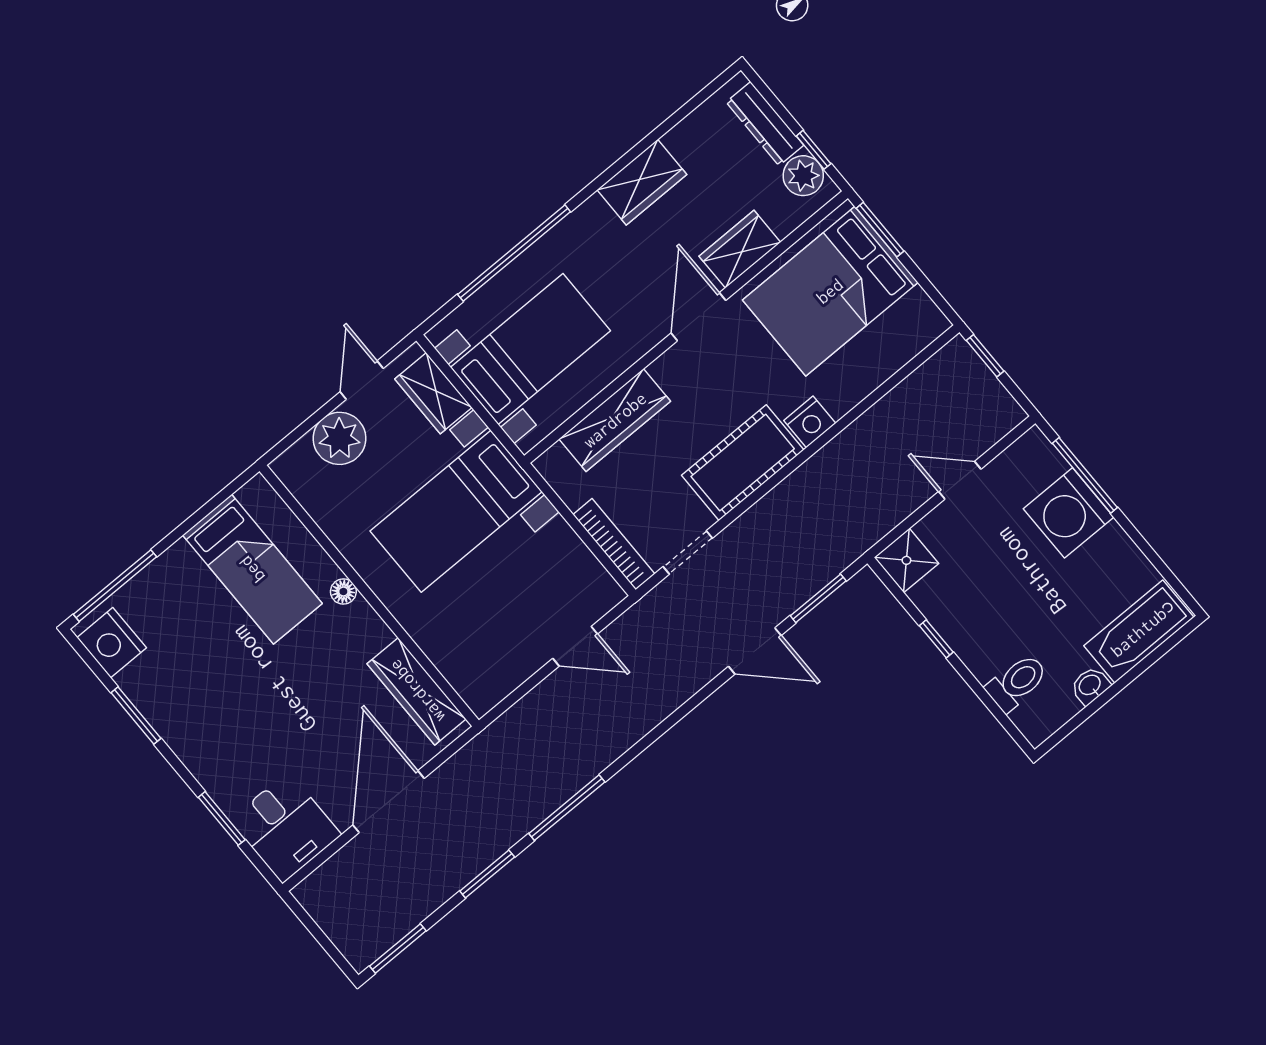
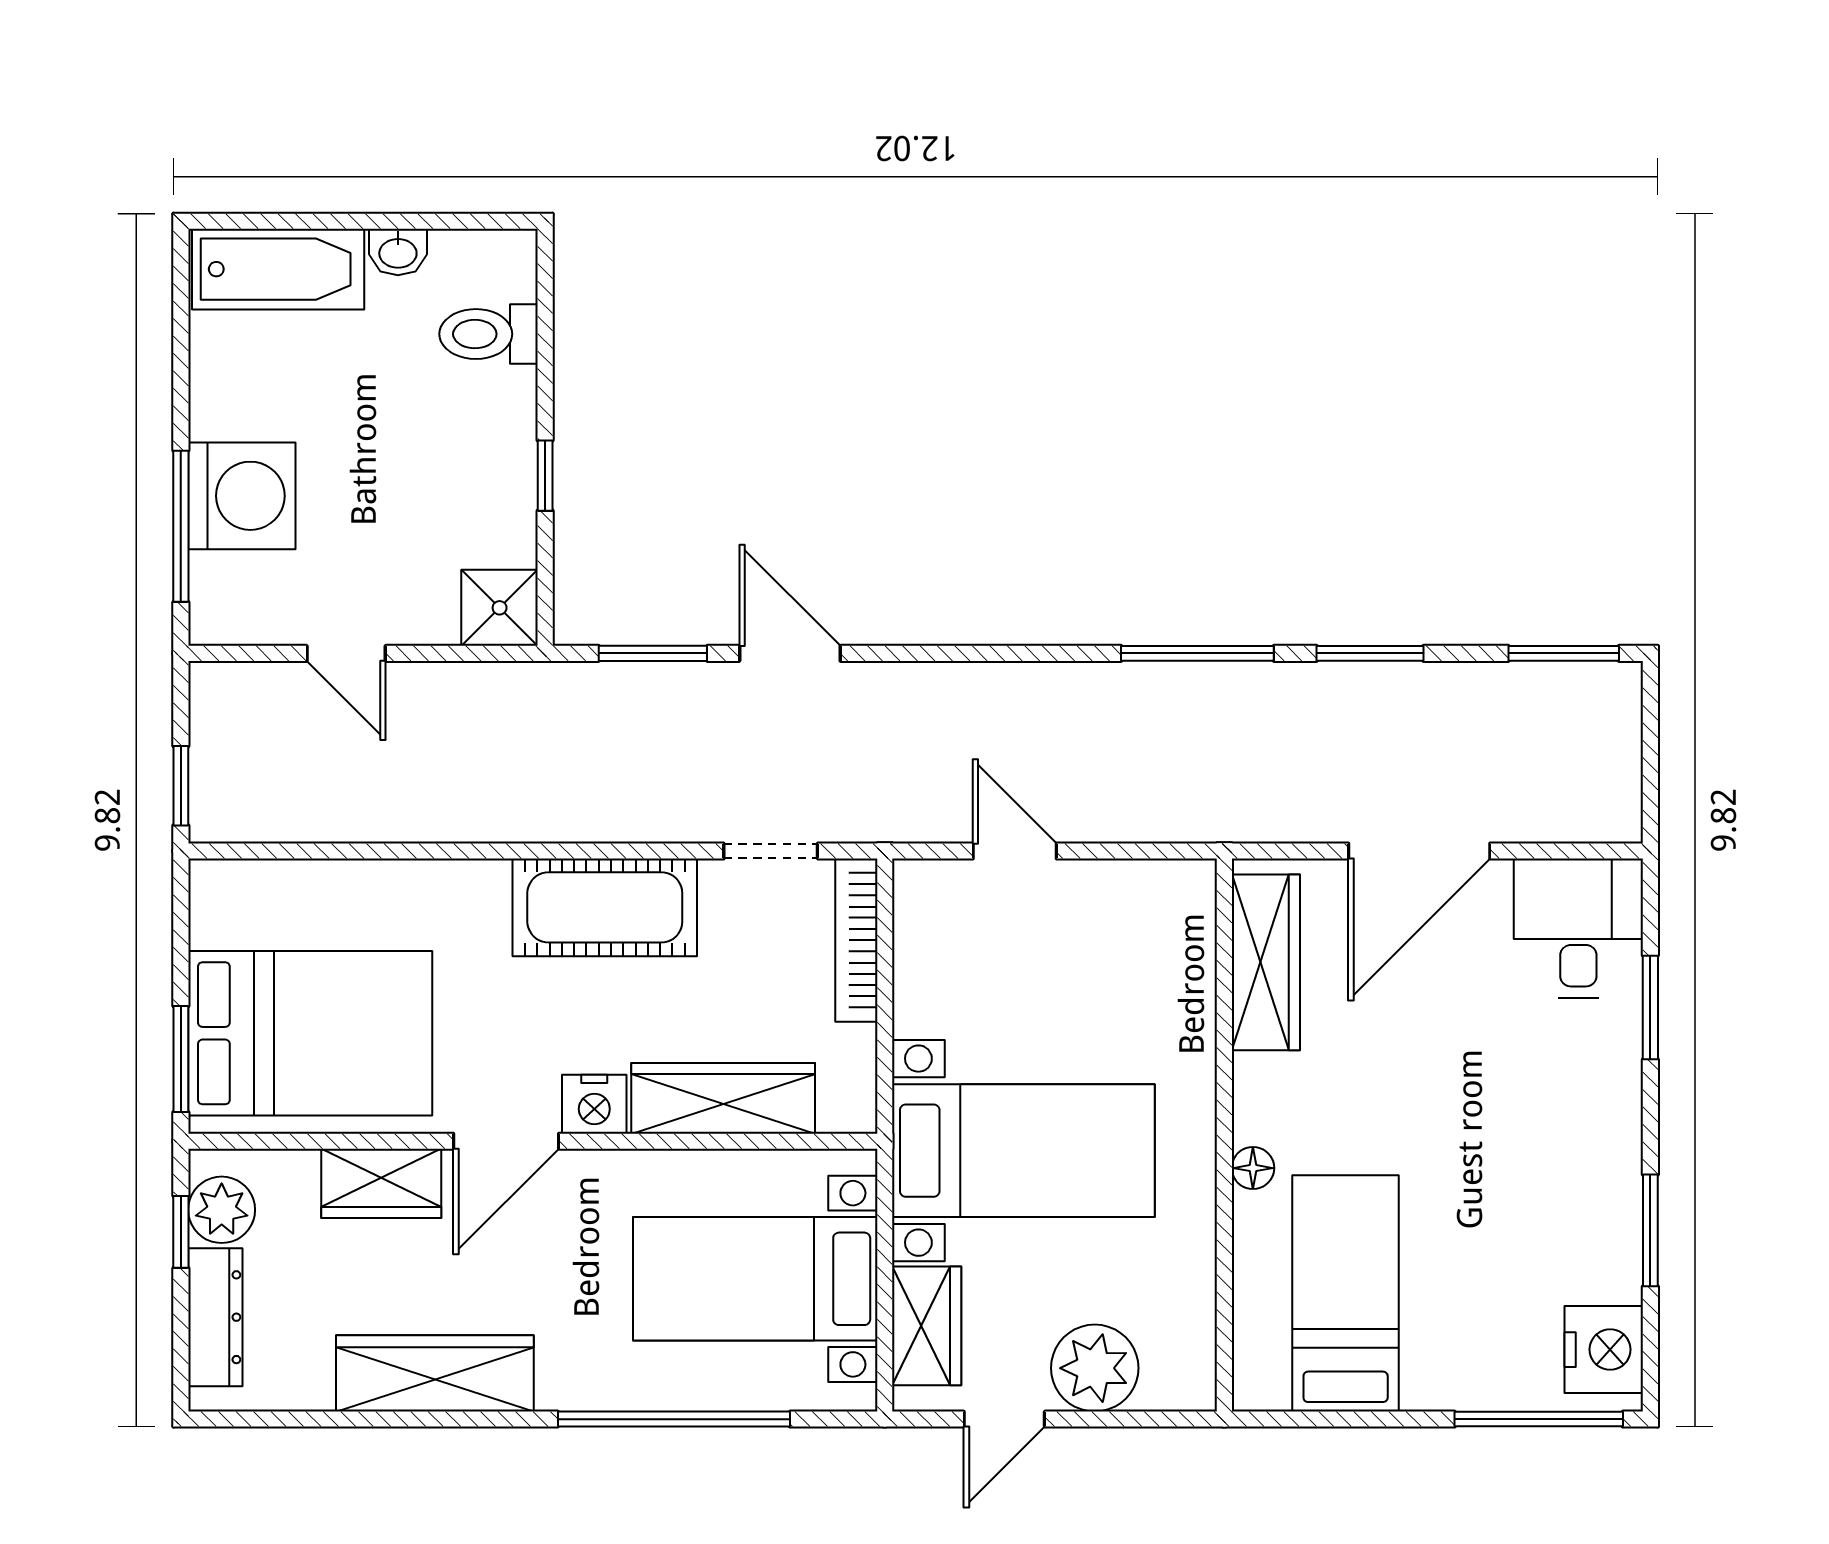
wardrobe: (642, 182) -> (435, 1373), width x1.50
nightstand: (810, 422) -> (594, 1104), moved, turned 180

